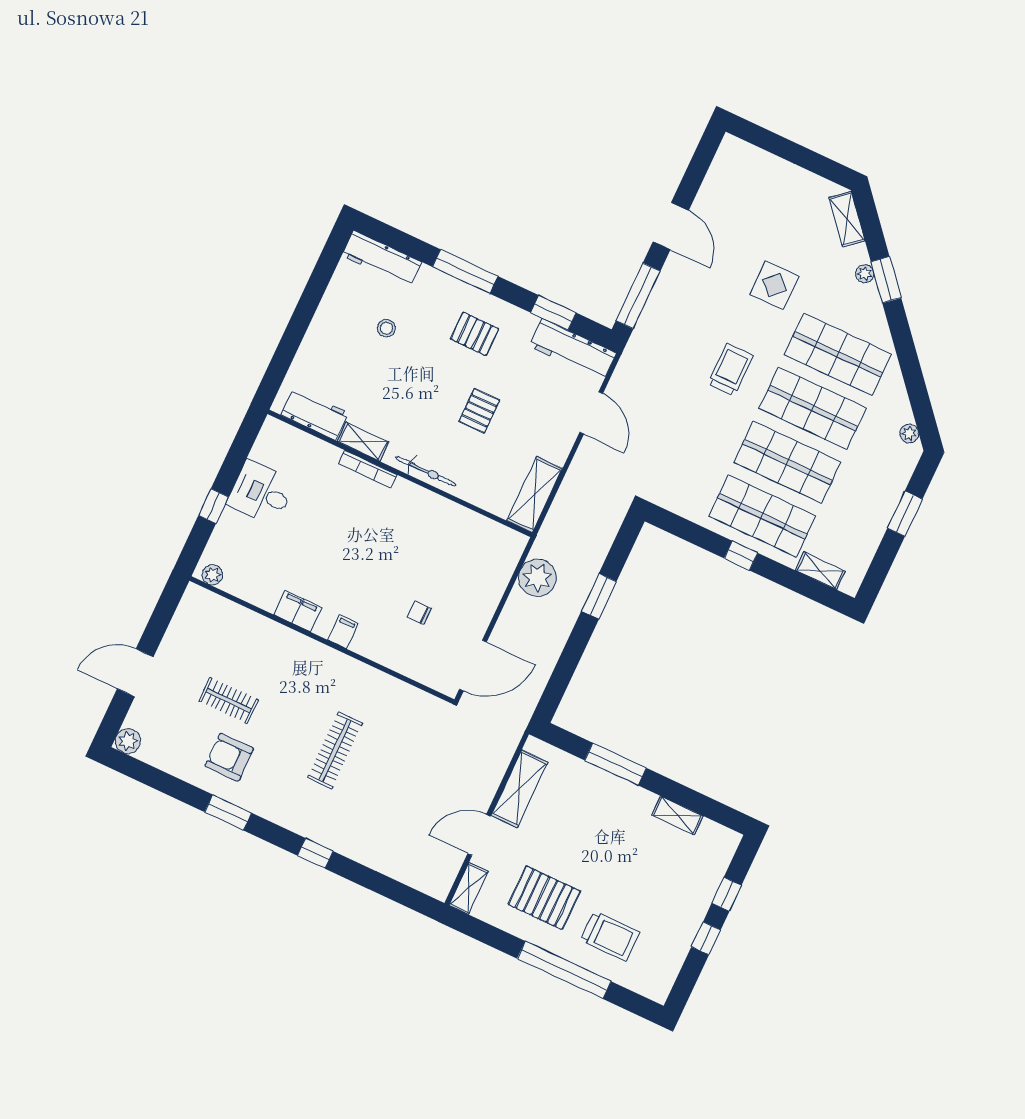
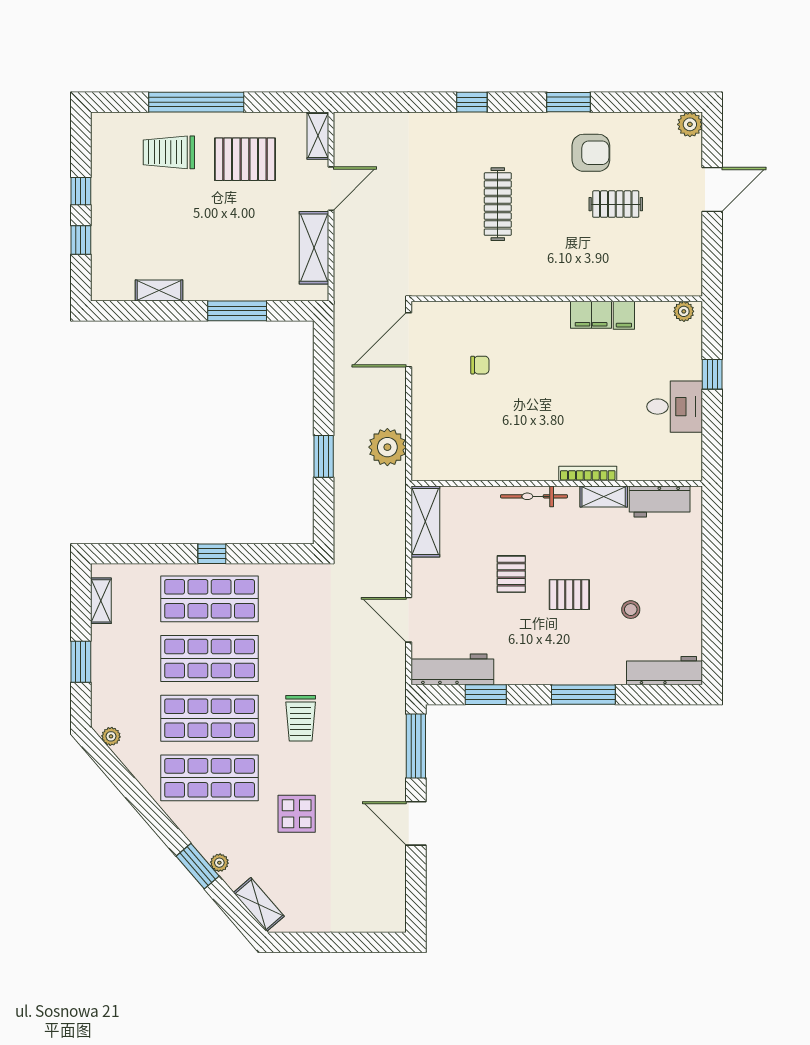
pallet: (475, 334) -> (569, 595), moved
shelving: (820, 571) -> (101, 601), moved, turned 90
filing cabinet: (343, 632) -> (624, 315), moved

